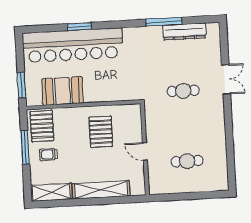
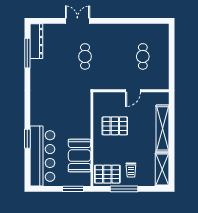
window: (164, 22) -> (27, 53), moved
dresser: (184, 32) -> (36, 41), moved
bar counter: (73, 45) -> (42, 156), width x0.73

